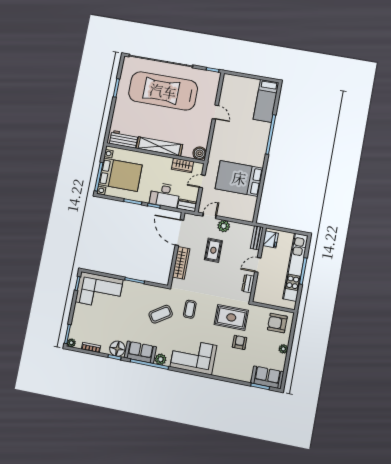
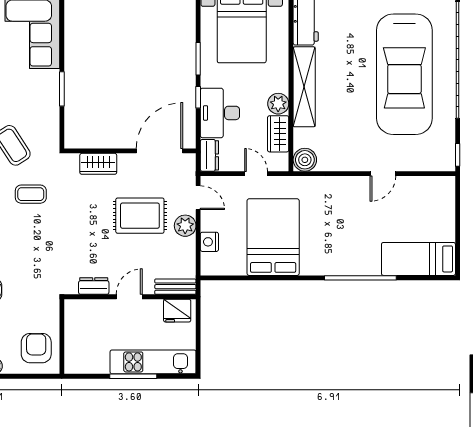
car: (163, 91) -> (404, 74), turned 180
plant: (166, 162) -> (278, 104), added
nightstand: (235, 214) -> (209, 242), added
rug: (213, 250) -> (140, 216), width x1.36, depth x1.43
wardrobe: (181, 263) -> (98, 164), width x0.67
door: (258, 265) -> (129, 297), hinge flipped
kitchen unit: (295, 267) -> (153, 362), width x0.73
rug: (231, 317) -> (31, 268), removed

